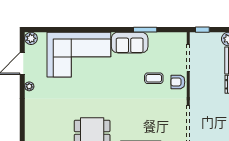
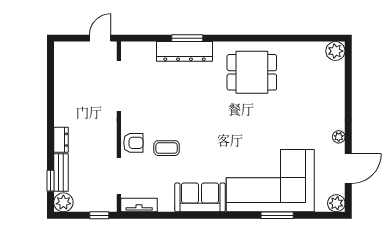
window: (145, 30) -> (277, 215), moved
tv unit: (174, 37) -> (139, 205), added

